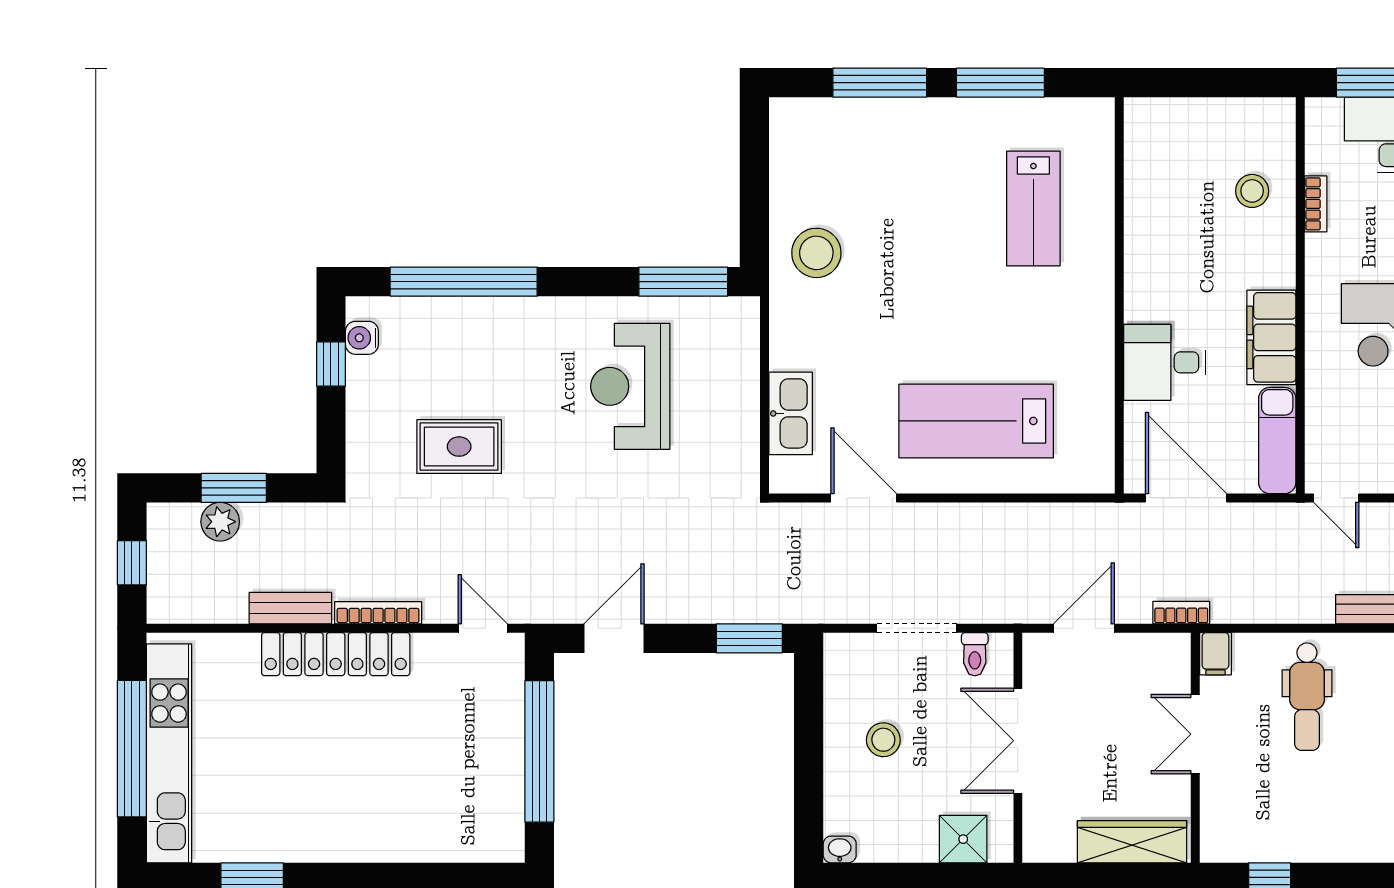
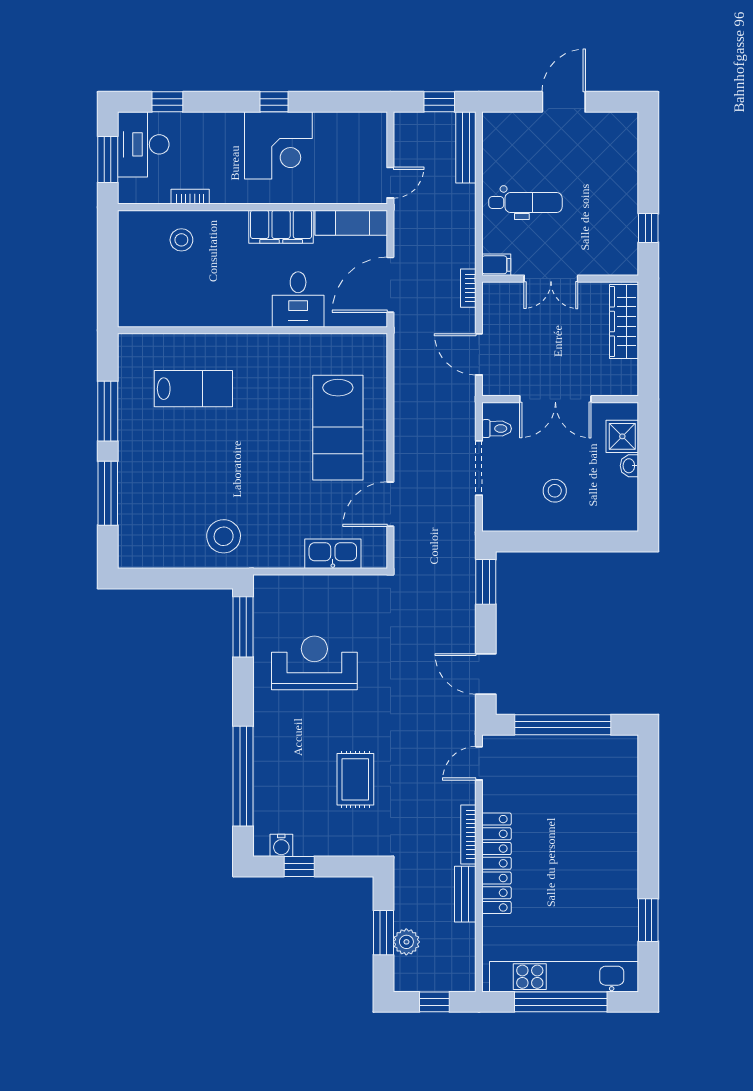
reception desk: (630, 386) -> (314, 663), turned 180
washbasin: (840, 849) -> (629, 466), moved

